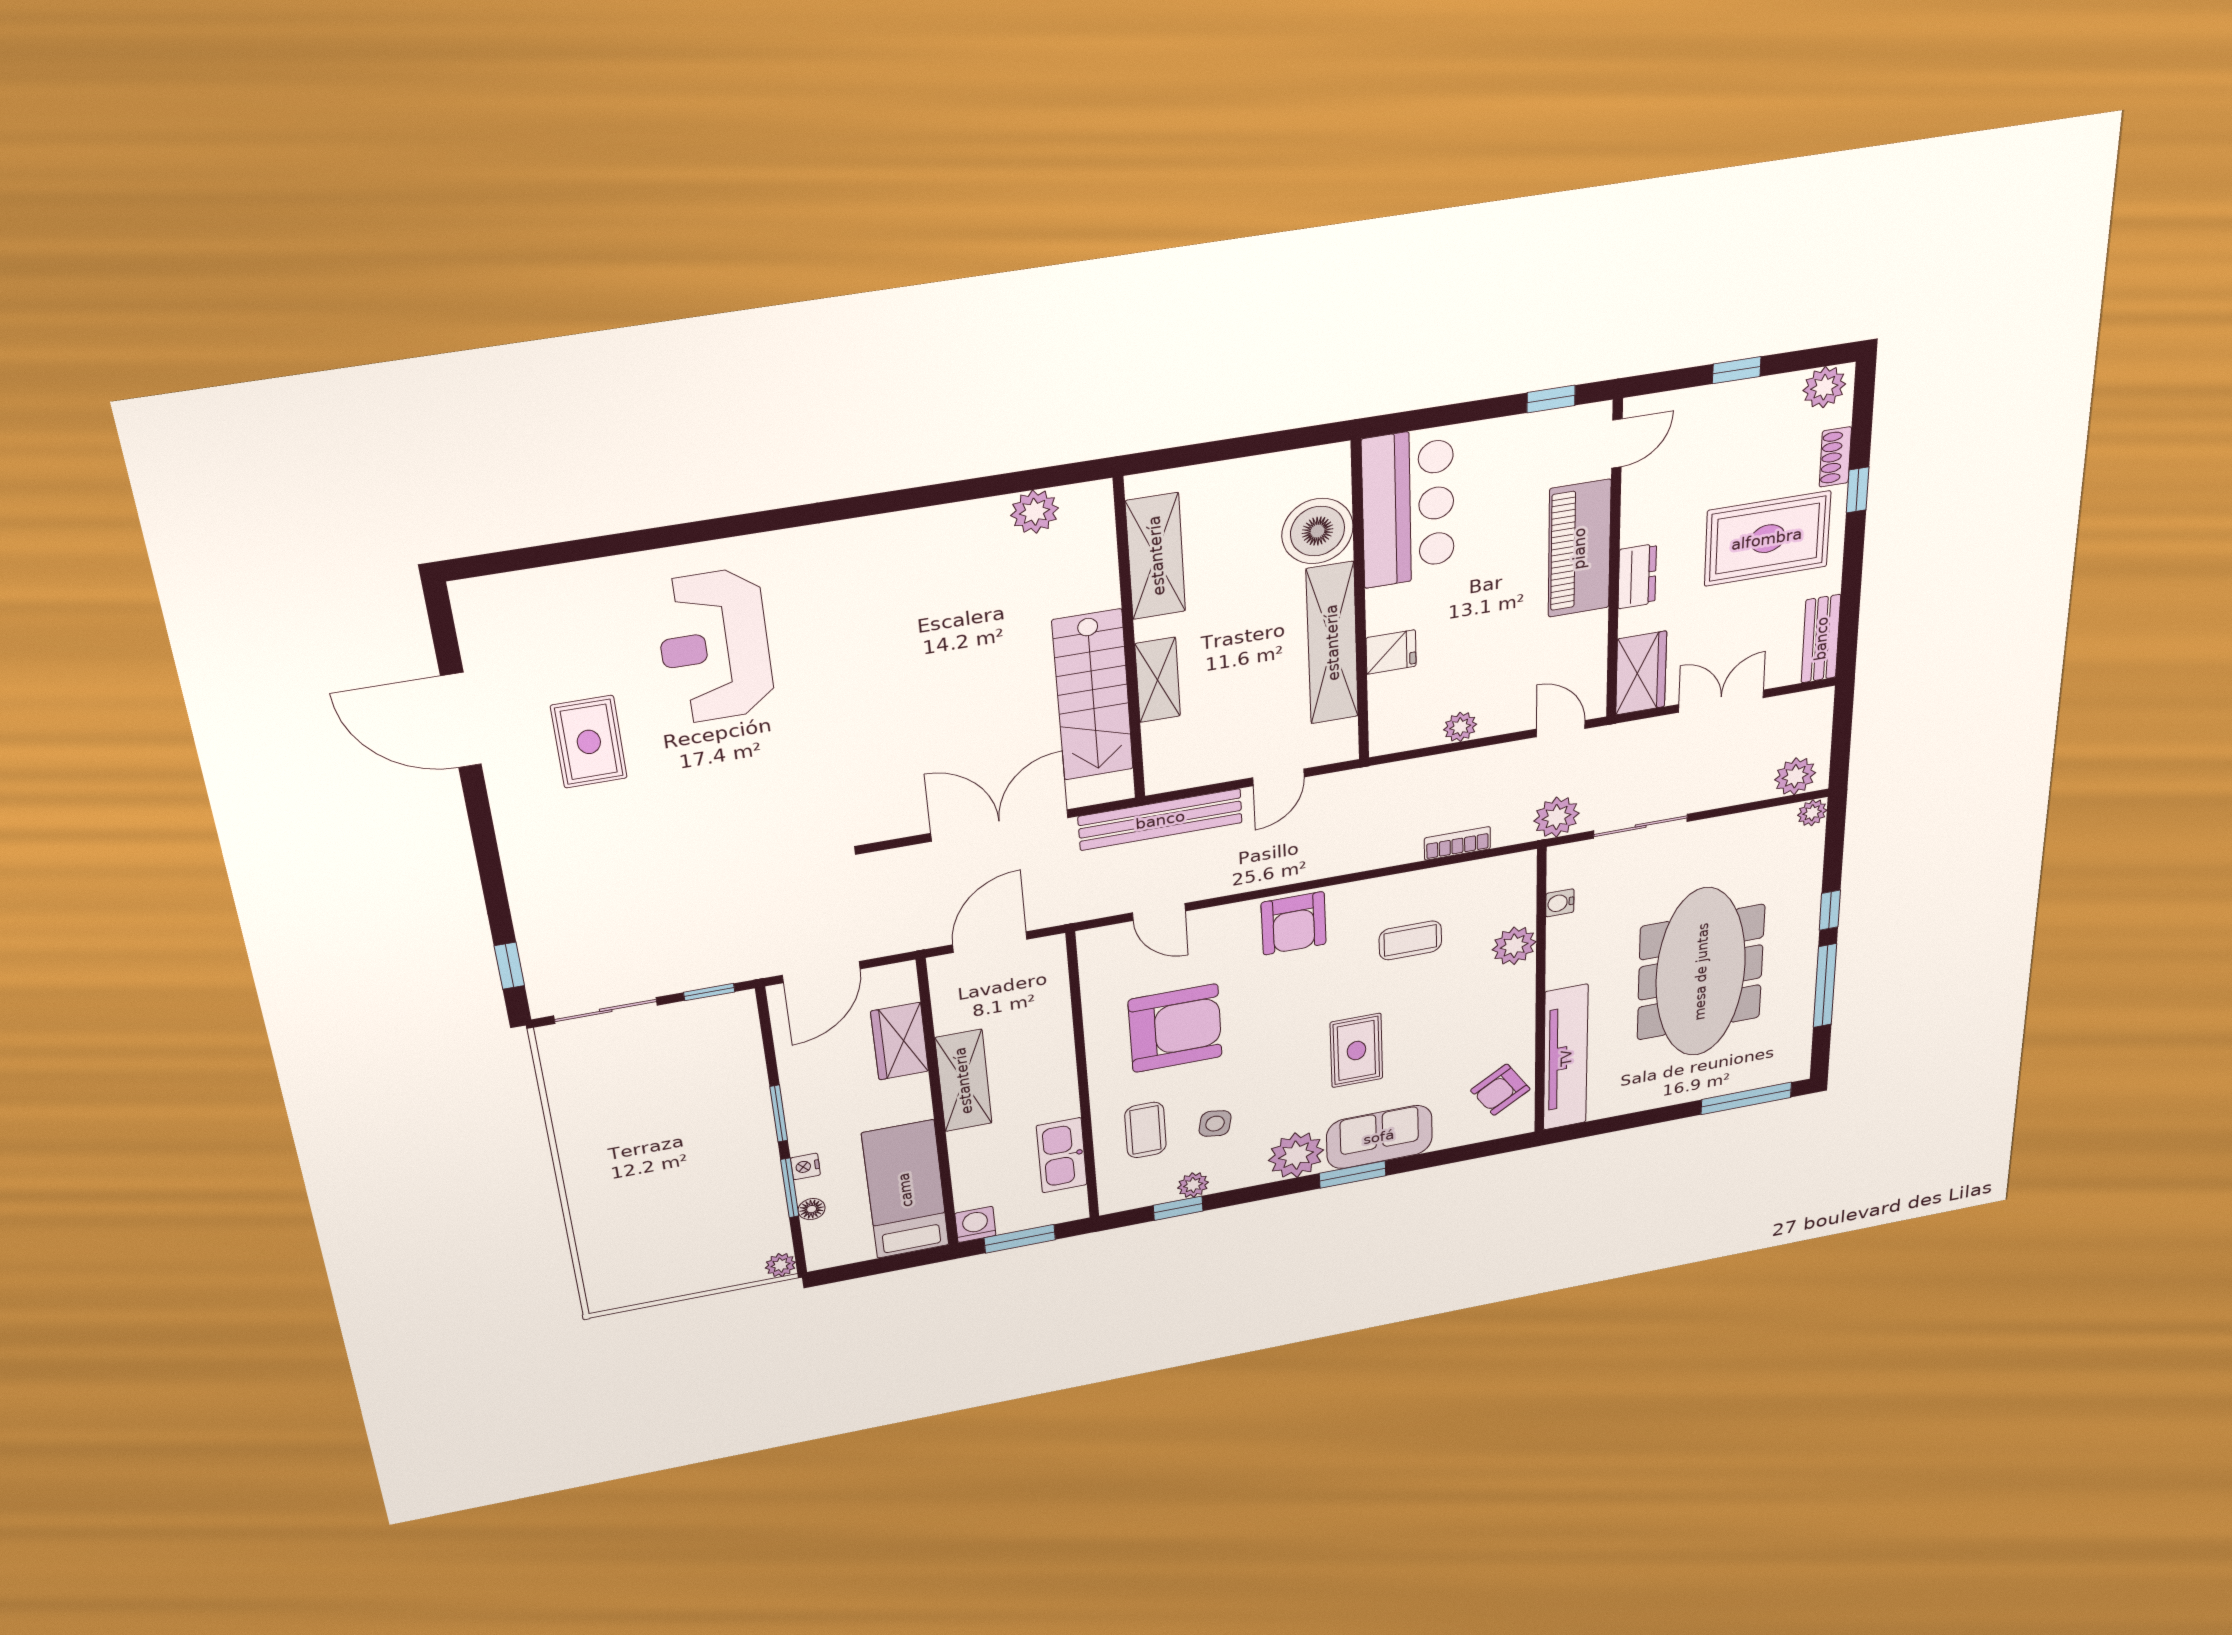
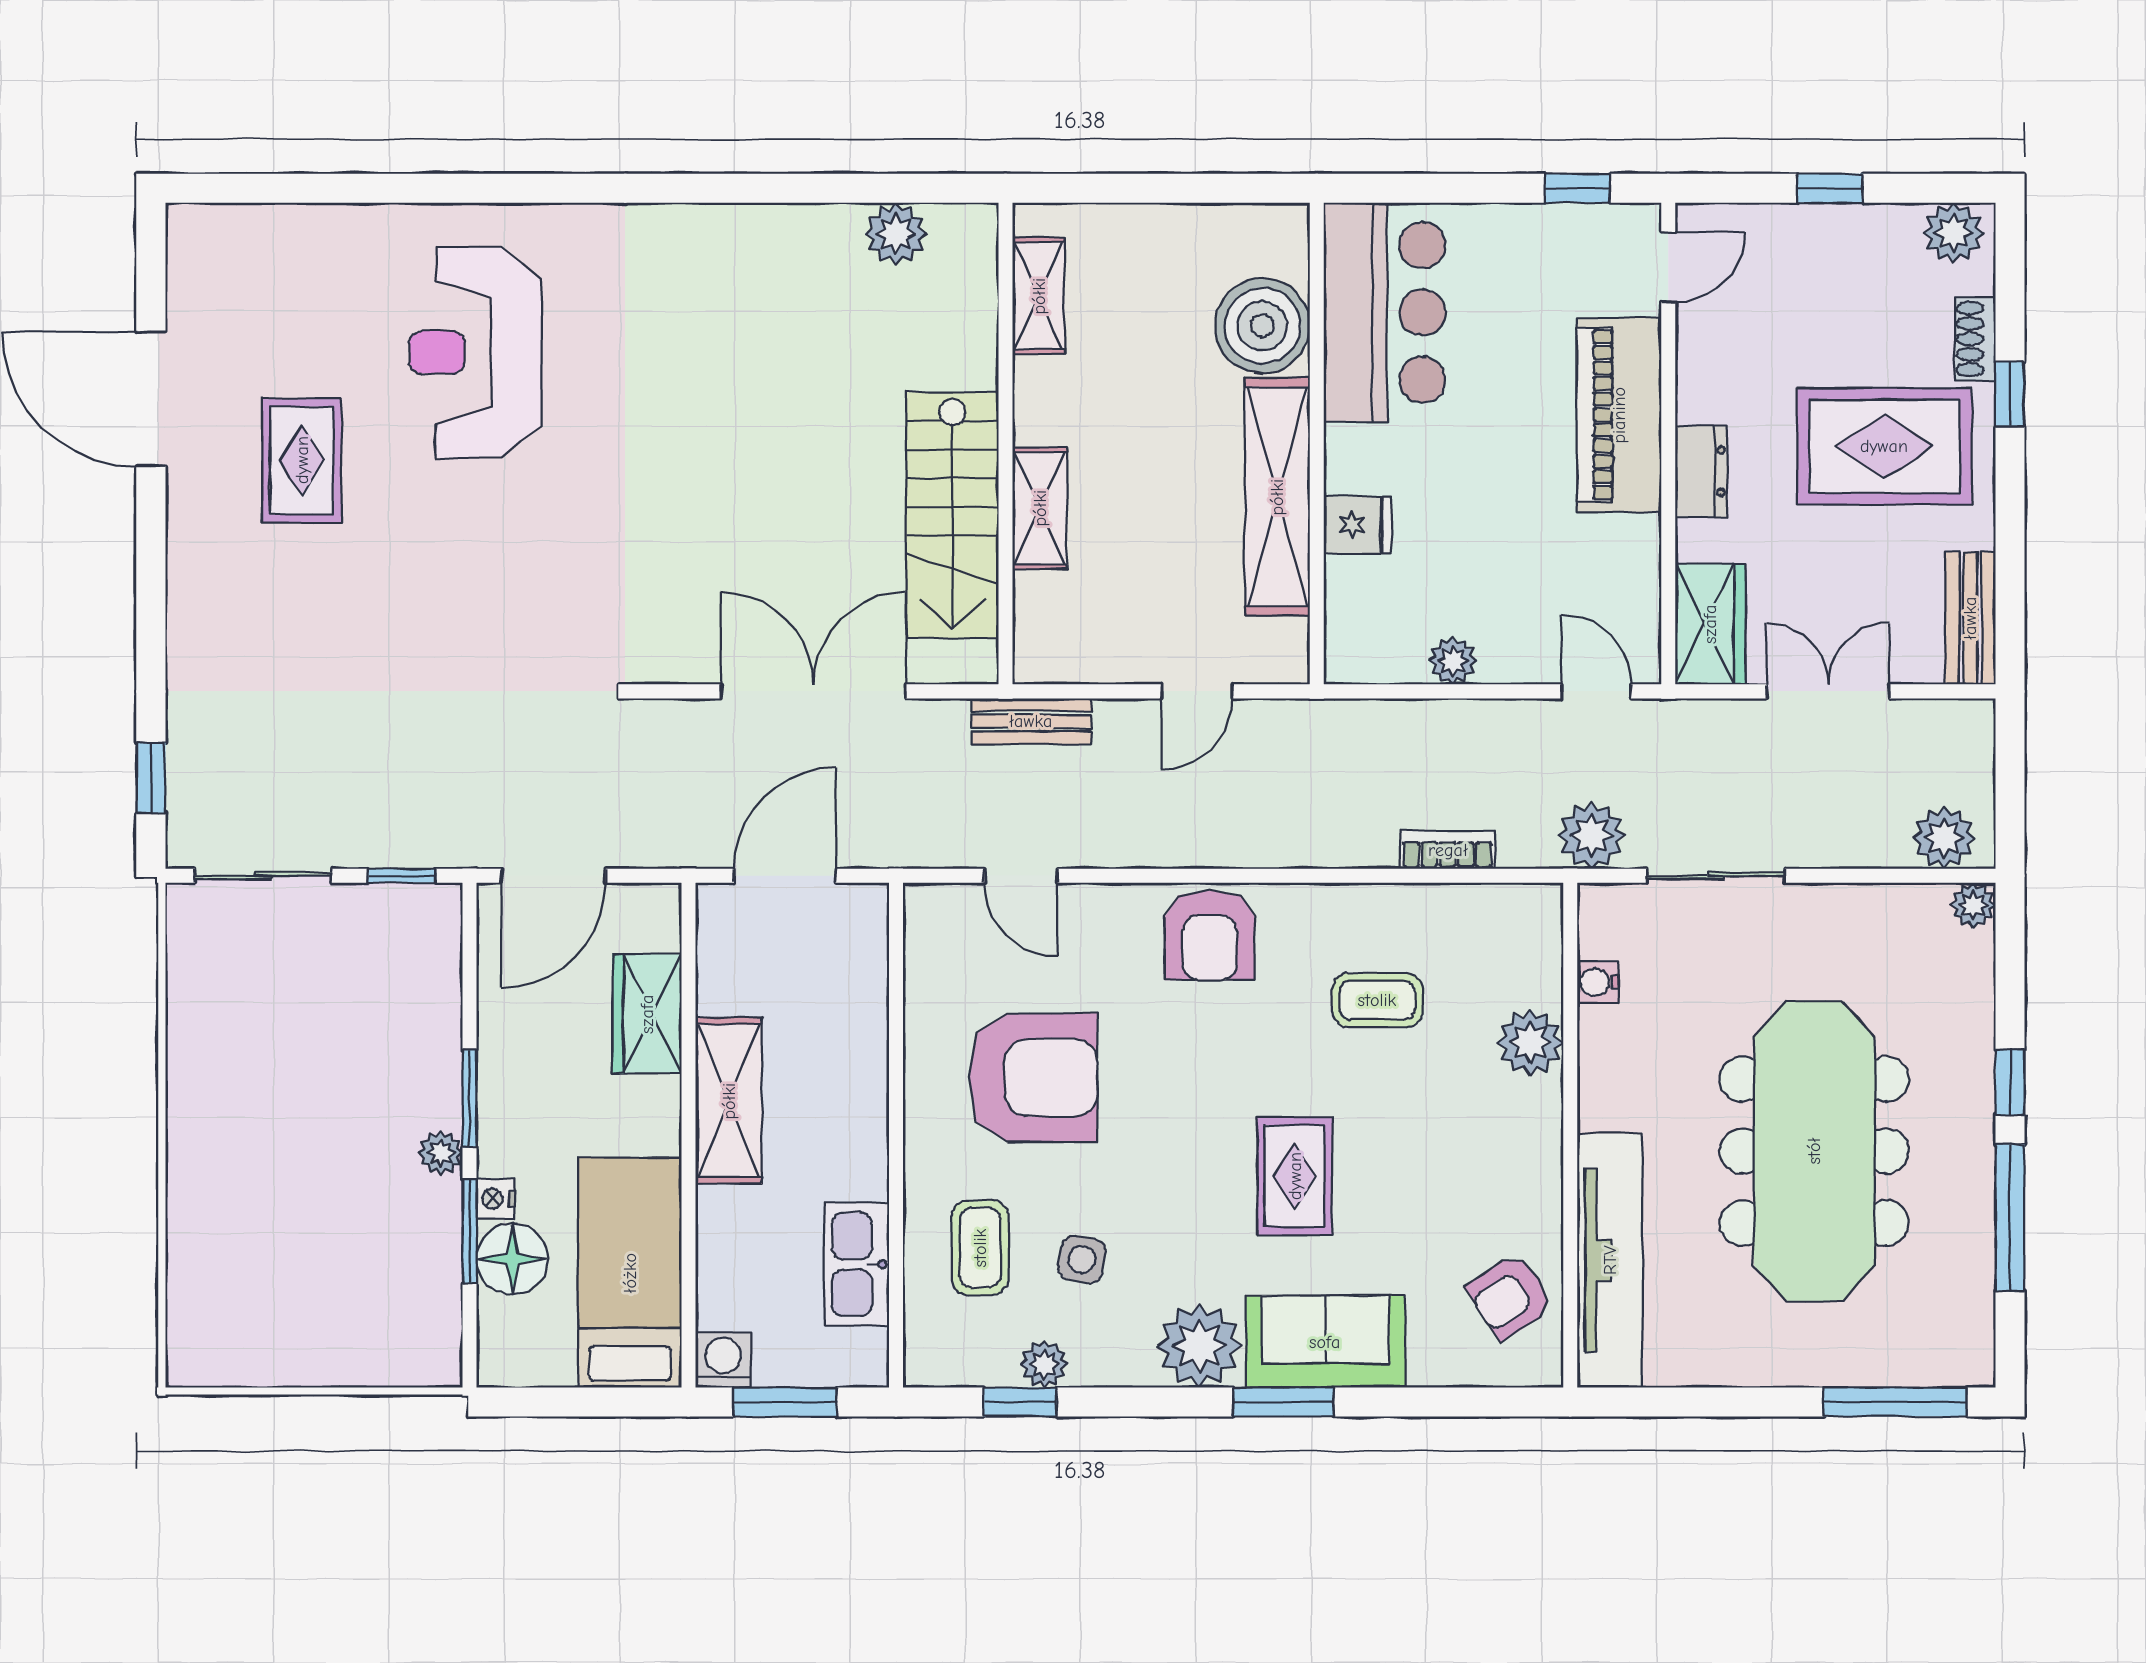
shelving: (1156, 556) -> (1039, 296), width x0.67, depth x0.75
bench: (1160, 820) -> (1031, 721), width x0.54, depth x0.82
floor lamp: (812, 1209) -> (512, 1259), width x1.89, depth x1.89
plant: (780, 1265) -> (441, 1153), moved

